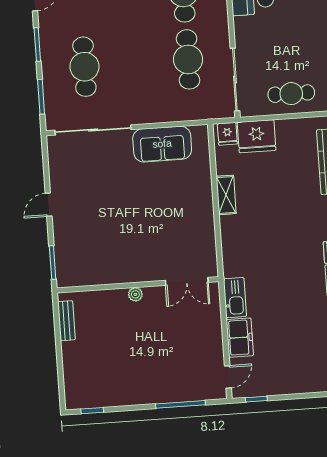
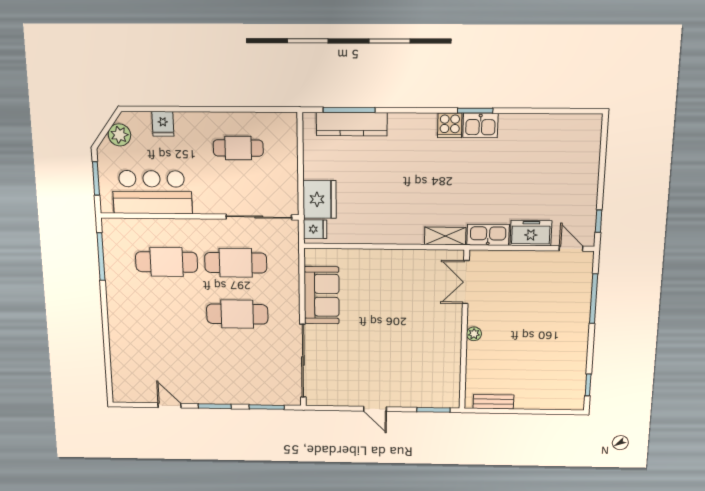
cafe table: (84, 67) -> (237, 314), moved
cafe table: (291, 94) -> (238, 148), moved, turned 90
shelving: (226, 195) -> (445, 236), moved
double door: (187, 281) -> (466, 282), swing flipped

